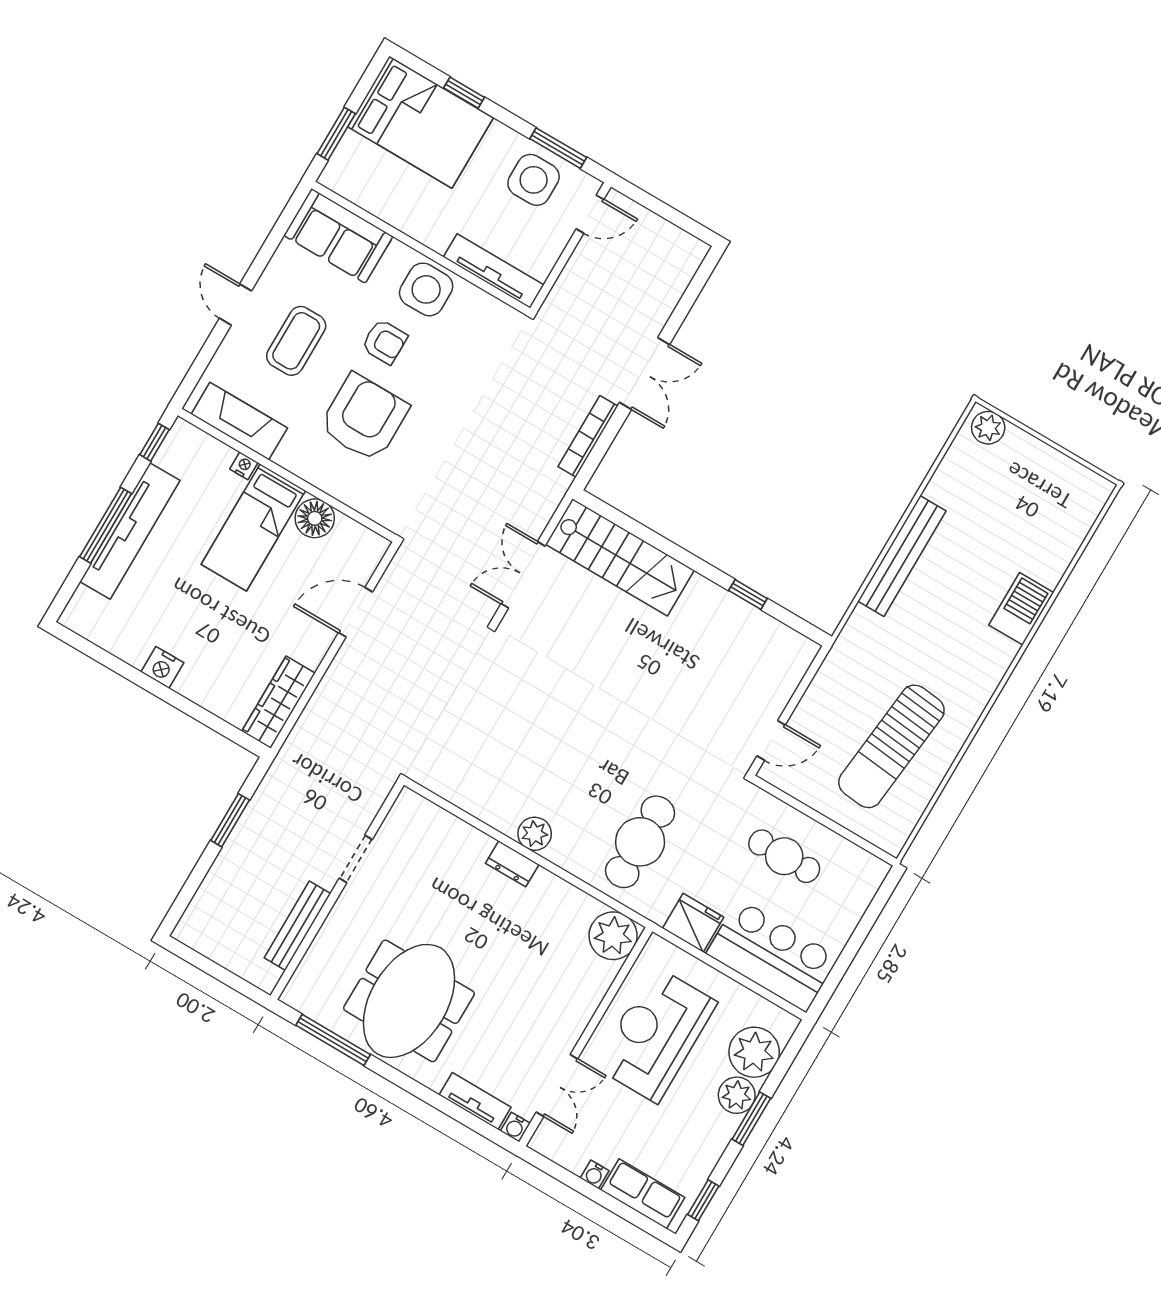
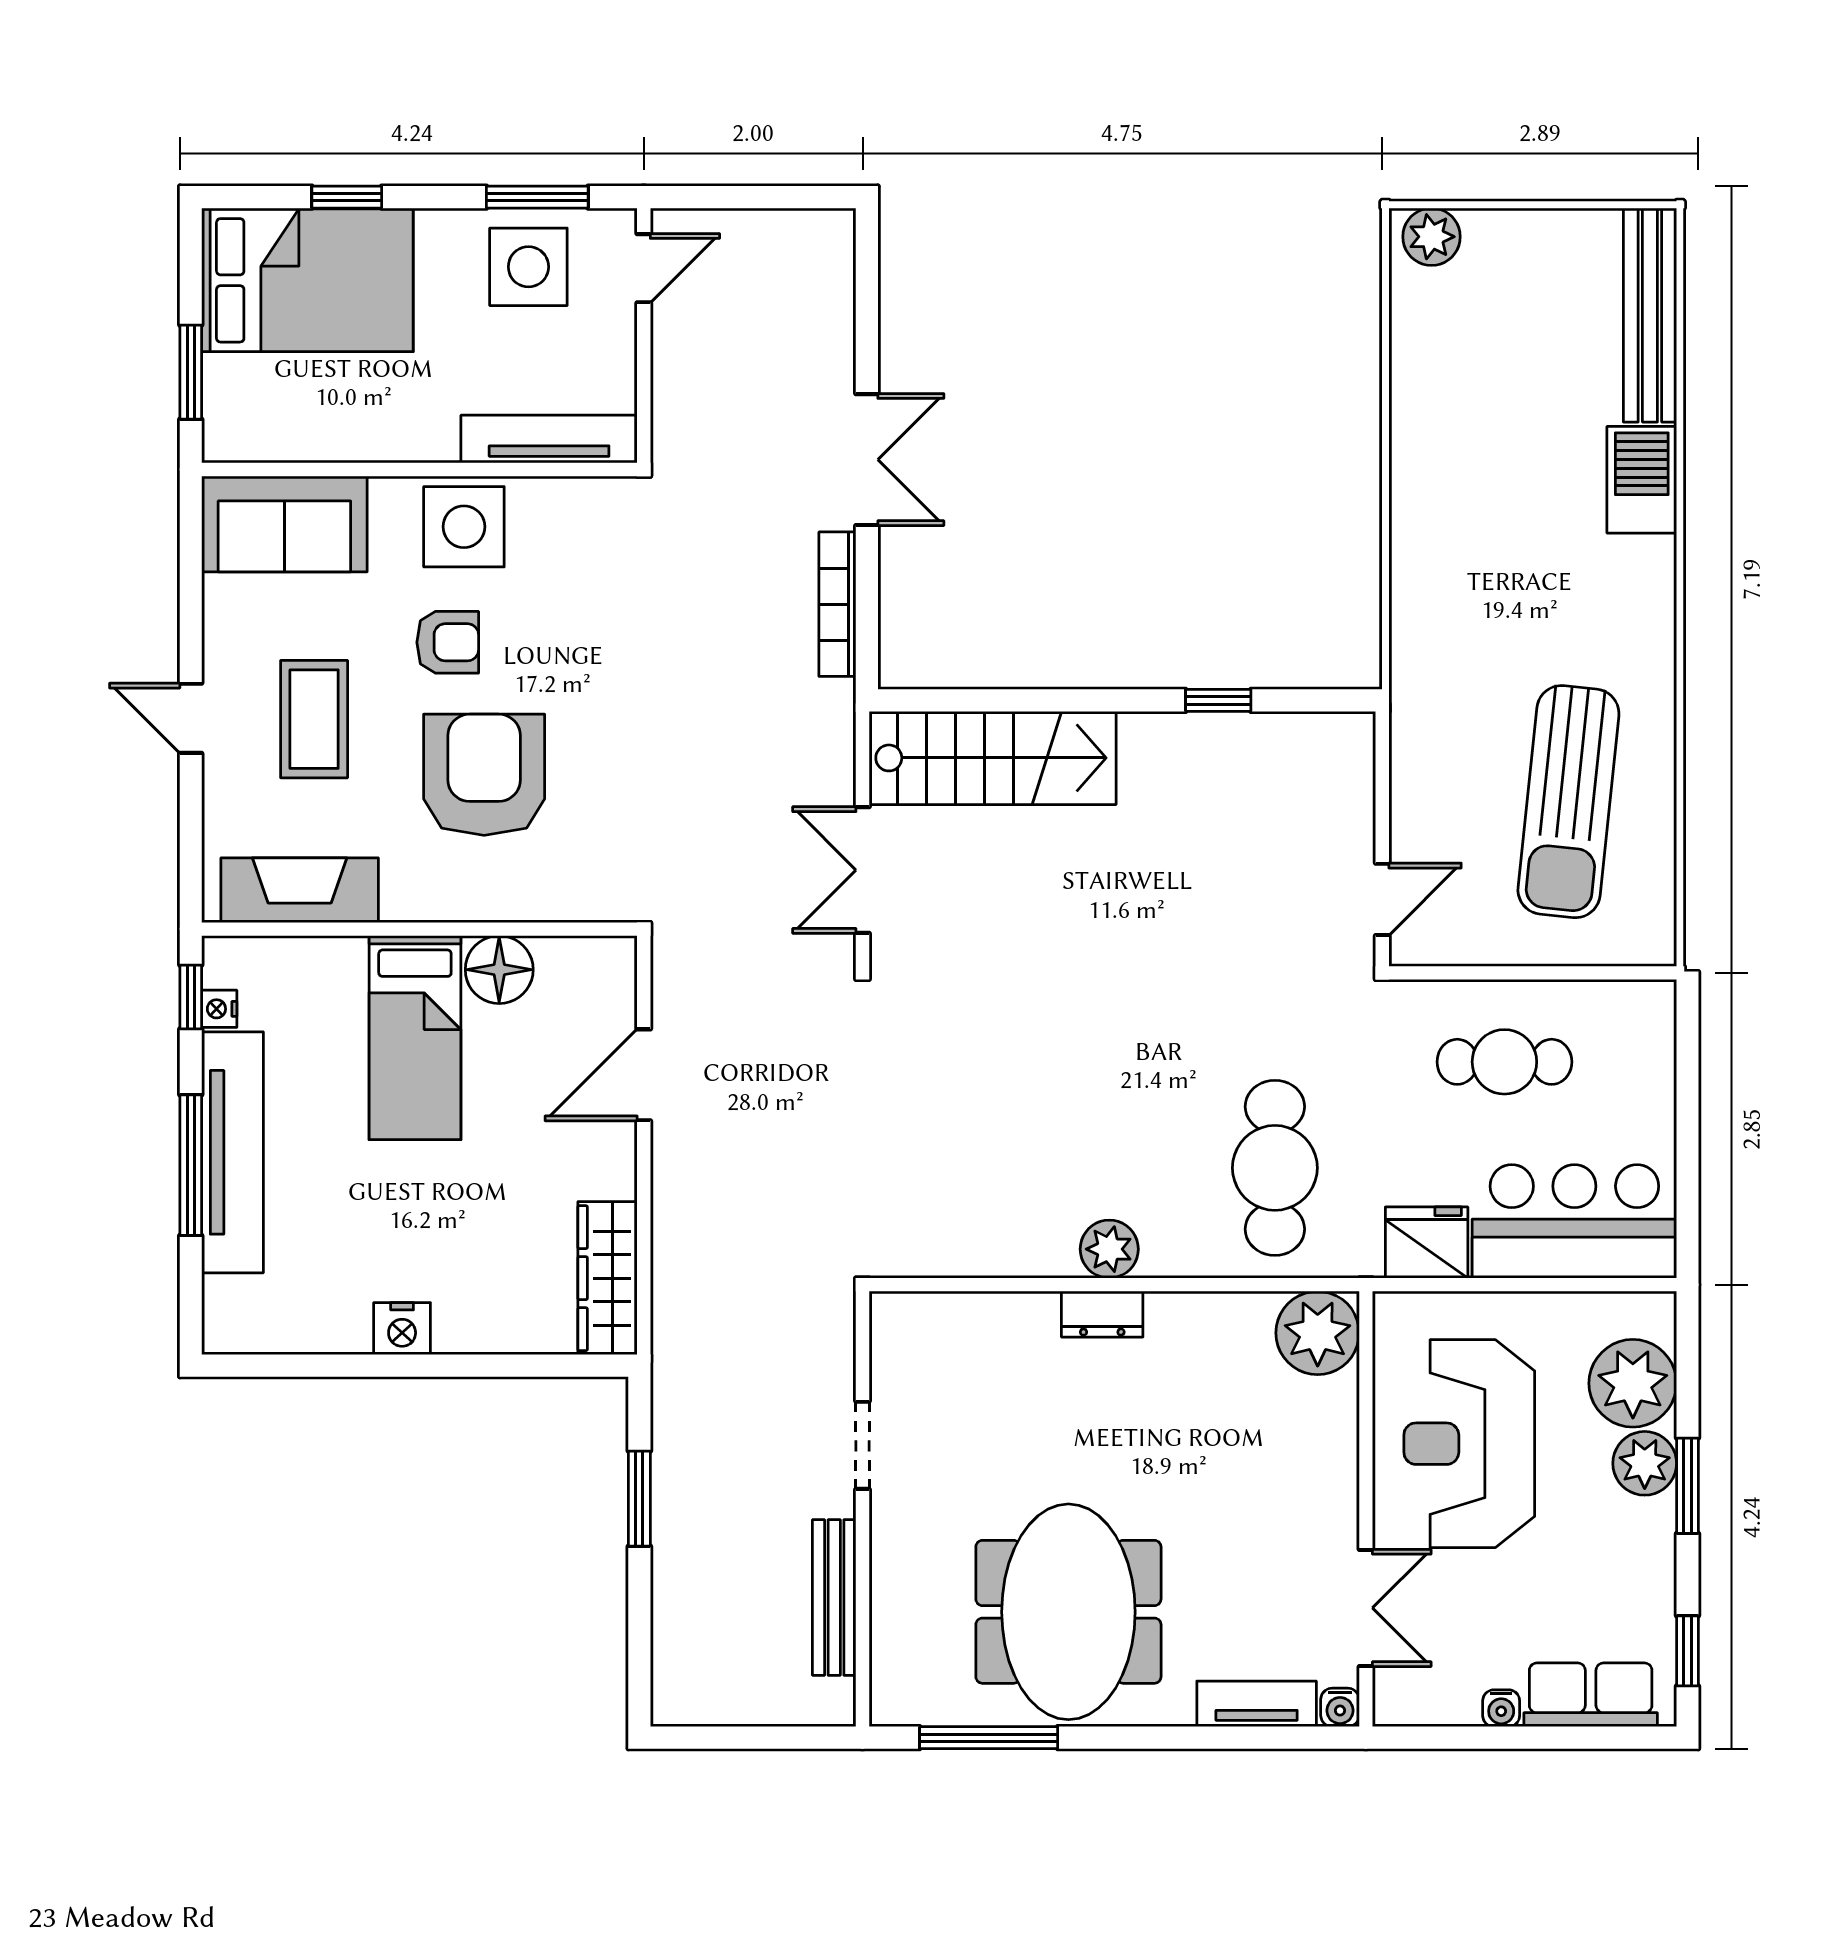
nightstand: (244, 466) -> (219, 1009), moved, turned -90
bench: (902, 556) -> (1650, 315), moved

